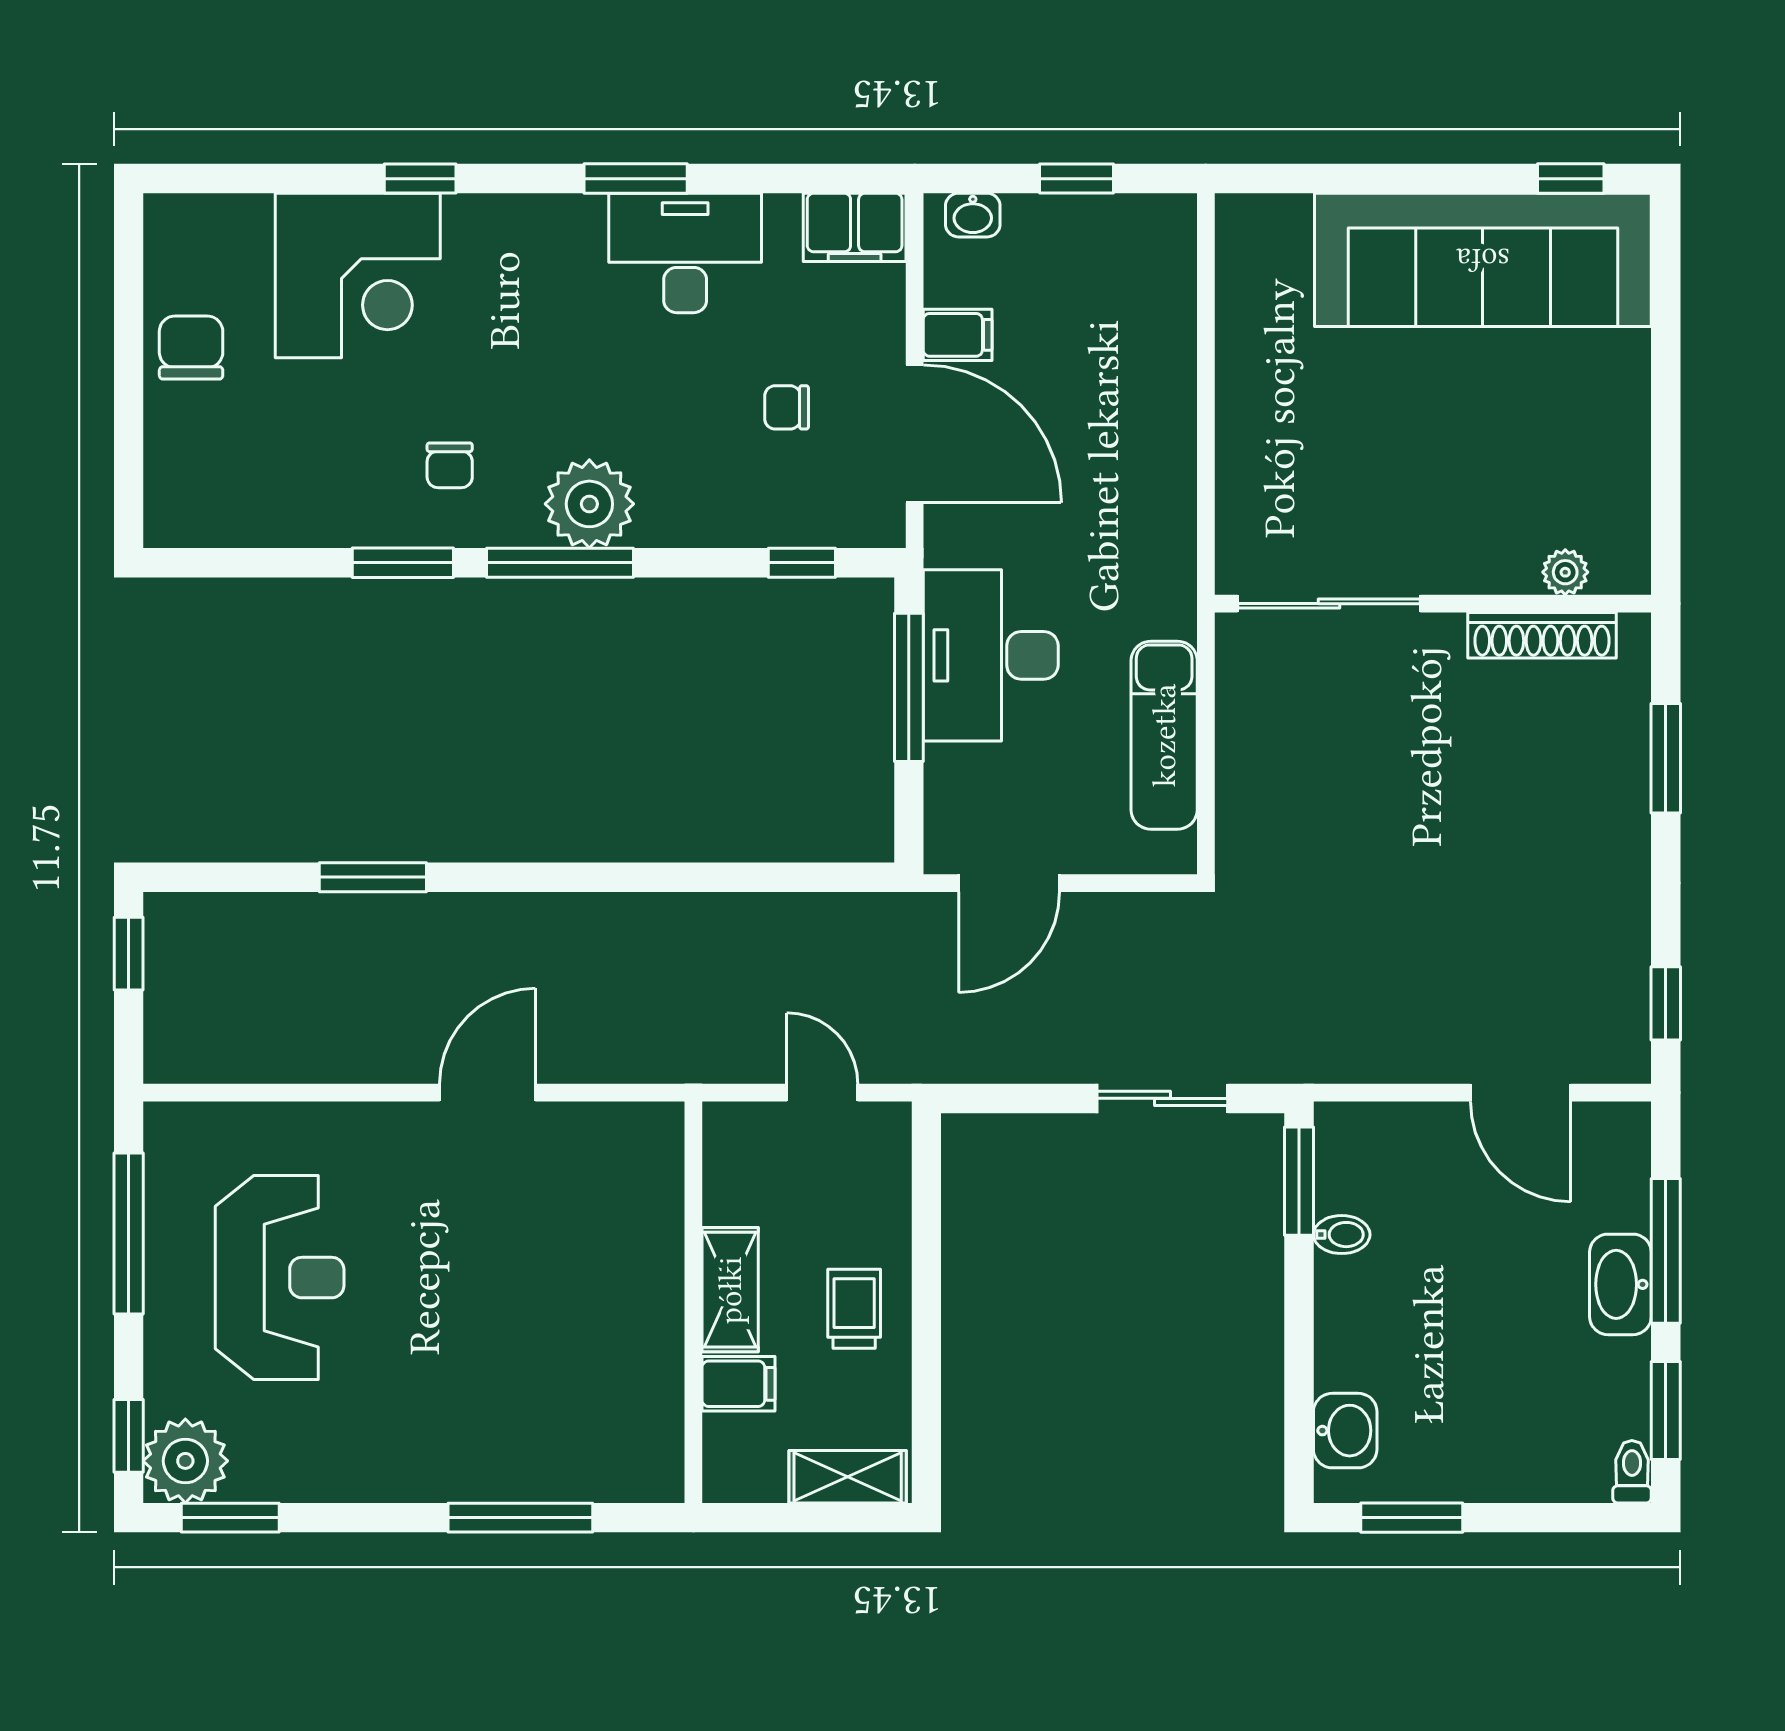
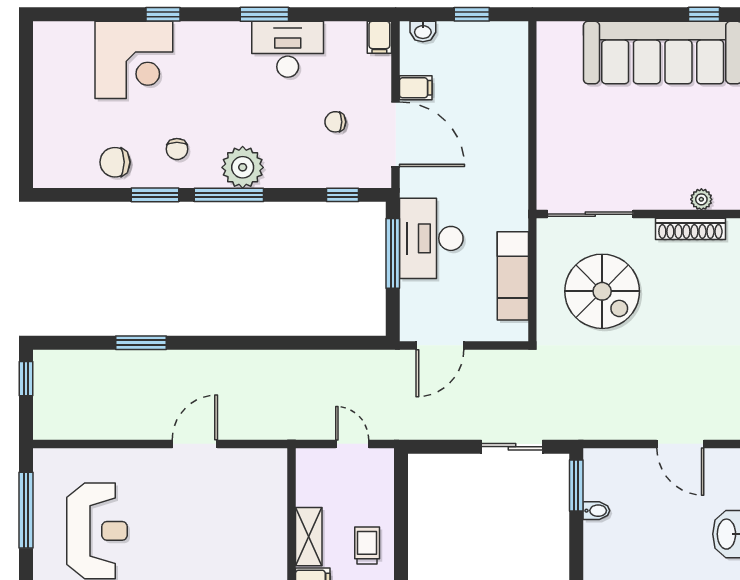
filing cabinet: (855, 227) -> (379, 37), width x0.50
chair: (191, 348) -> (115, 162), moved, turned -90
spiral stairs: (1354, 768) -> (602, 291), added

